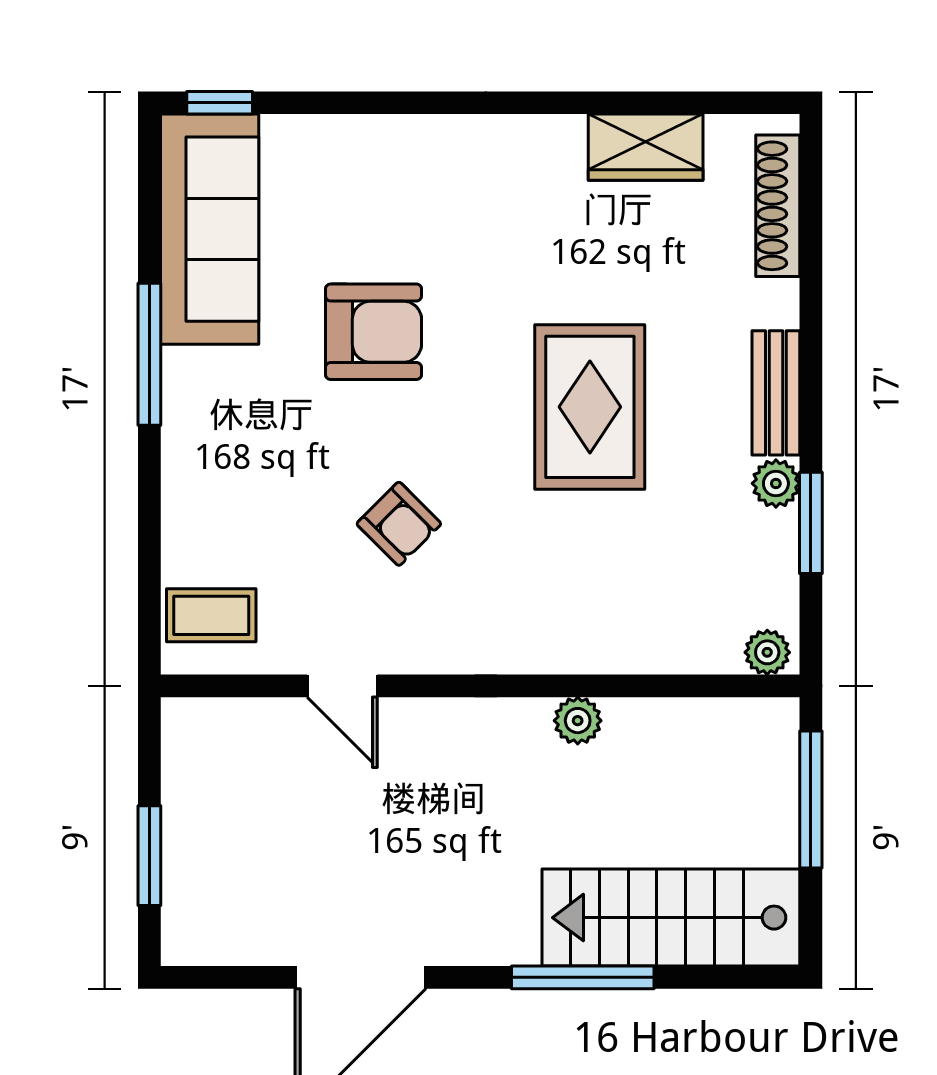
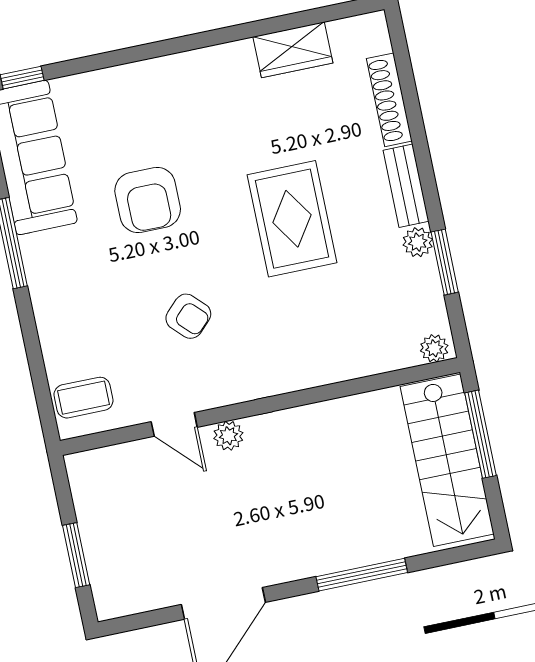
shoe rack: (778, 206) -> (389, 100), moved
armchair: (374, 332) -> (148, 200), turned 90
plant: (578, 721) -> (228, 436), moved
stairs: (671, 918) -> (447, 460), moved, turned -90

